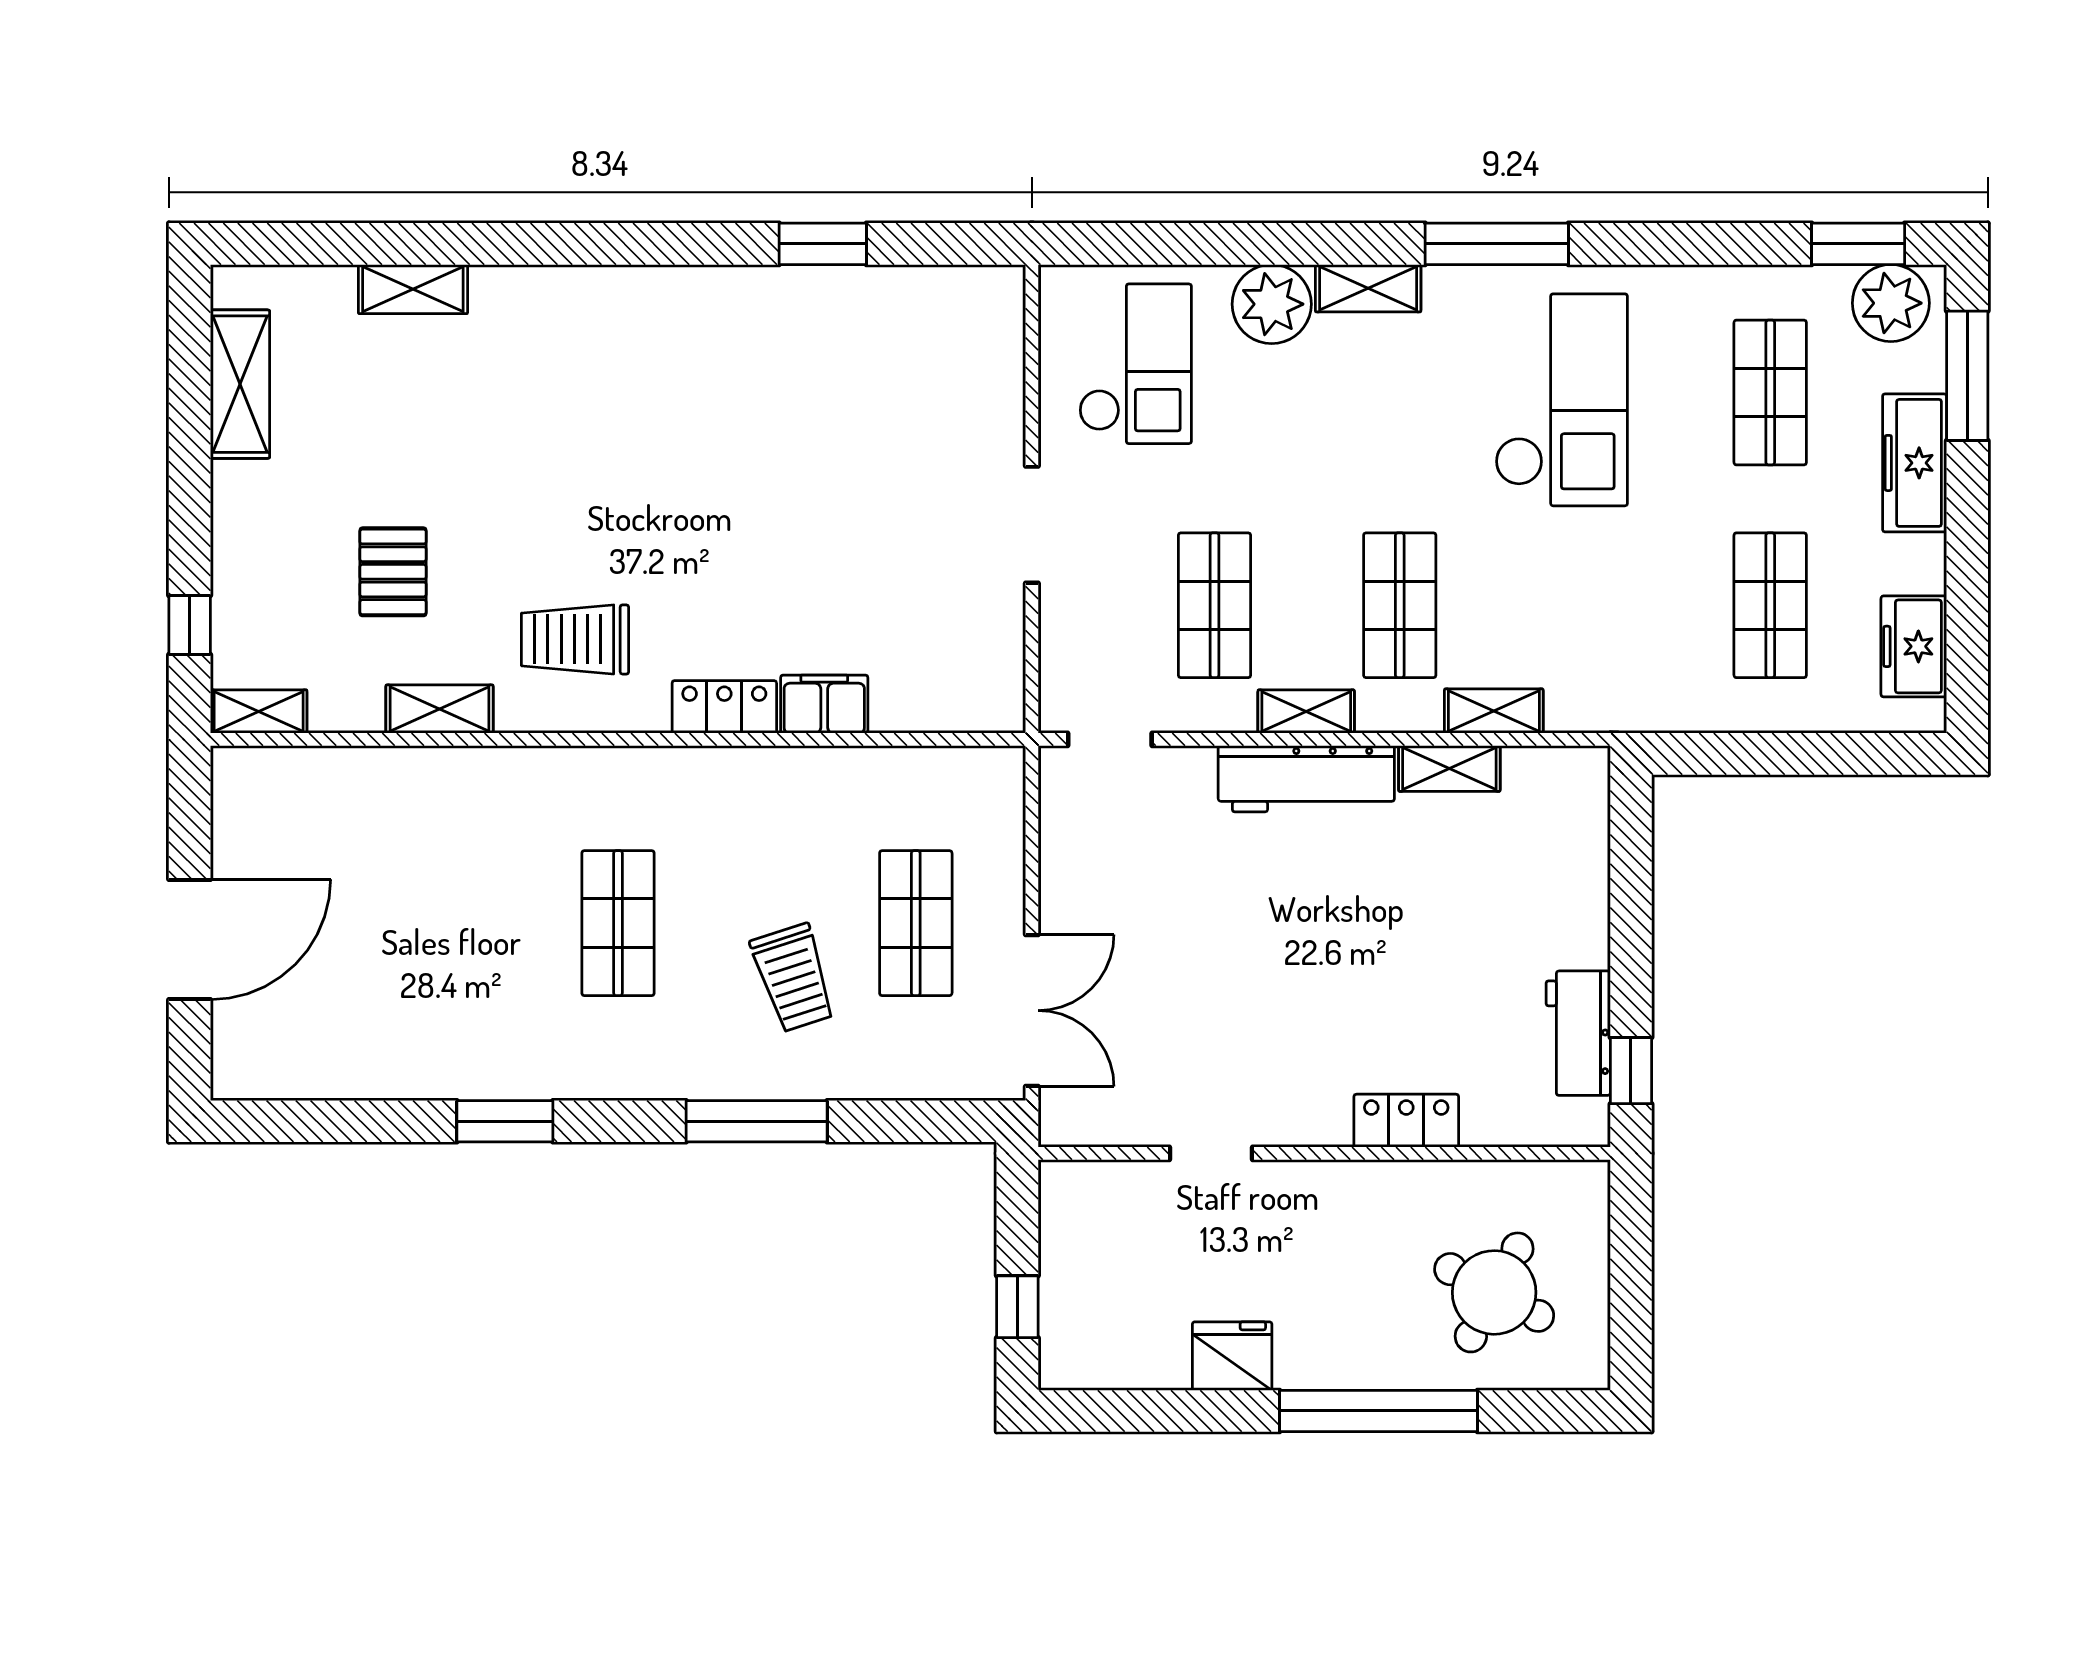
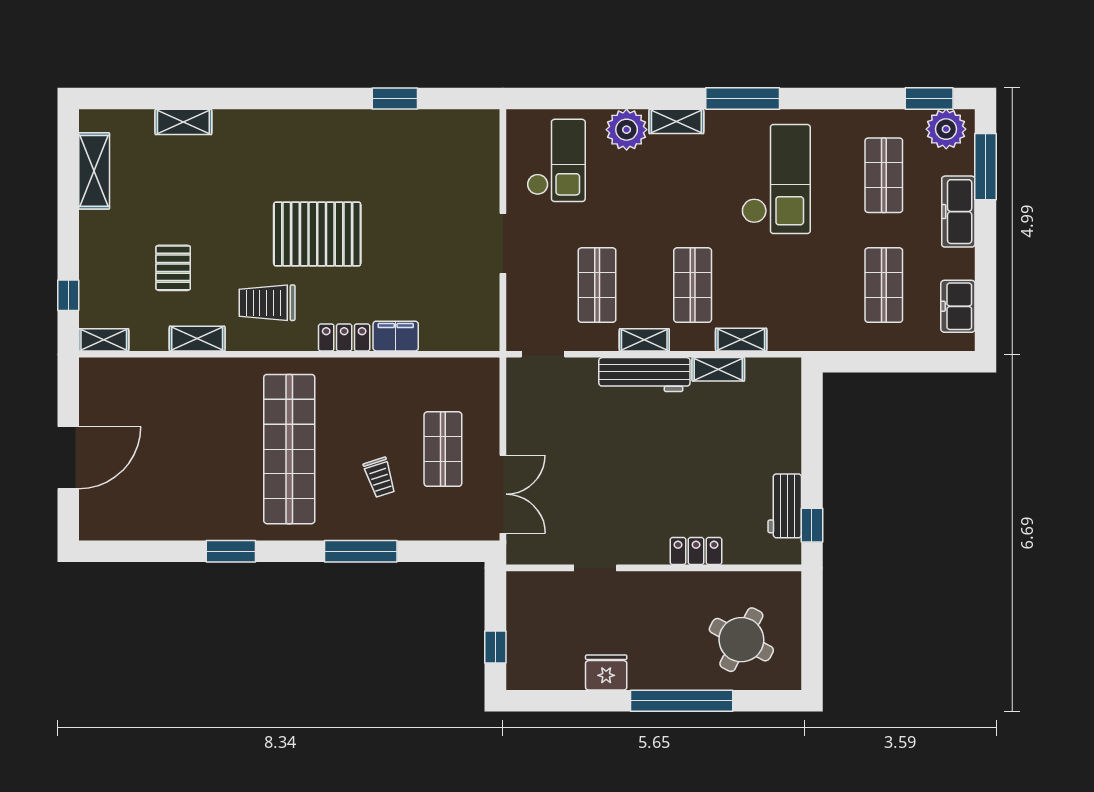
pallet: (672, 506) -> (317, 234), added
shop shelf: (618, 923) -> (289, 449), width x2.00, depth x1.36
trolley: (793, 978) -> (380, 477), width x0.73, depth x0.72

